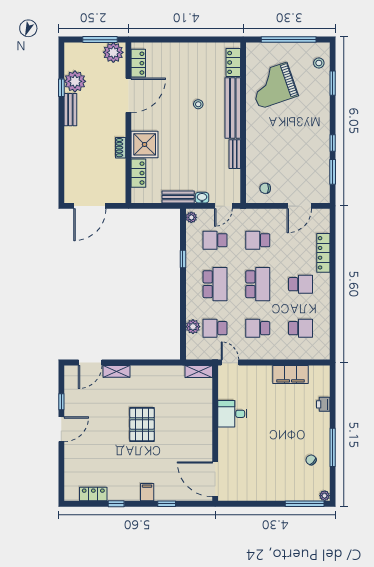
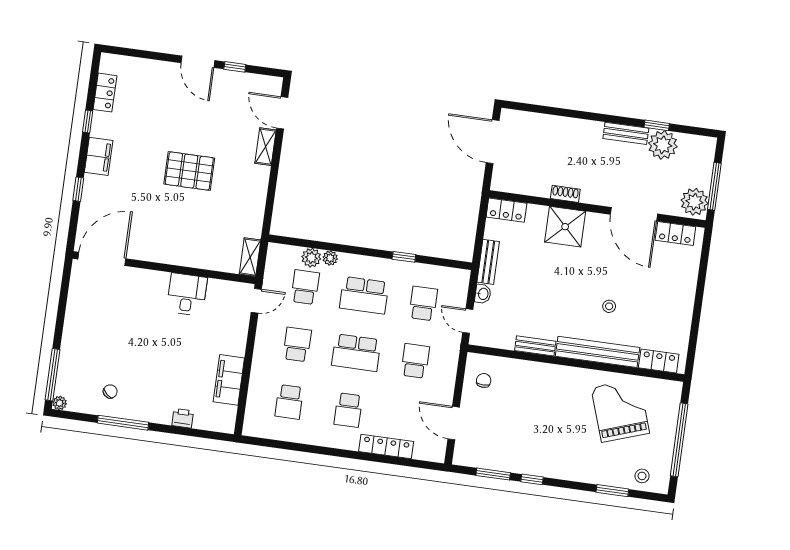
locker: (138, 173) -> (506, 210), moved
plant: (191, 217) -> (330, 258), moved
filing cabinet: (147, 492) -> (99, 156), width x2.00

